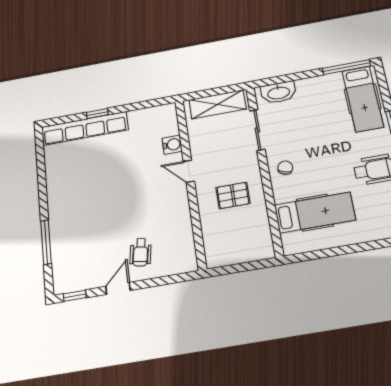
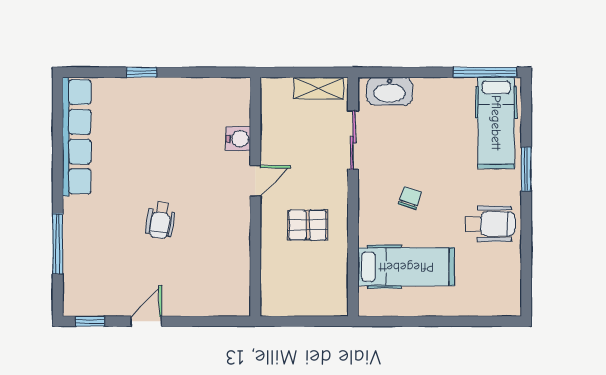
shelving: (217, 104) -> (319, 88), width x0.67, depth x0.75
row of seats: (85, 128) -> (77, 137), moved, turned -90
chair: (285, 168) -> (410, 198), moved
door: (189, 171) -> (255, 181), swing flipped
wheelchair: (141, 252) -> (161, 220), moved

